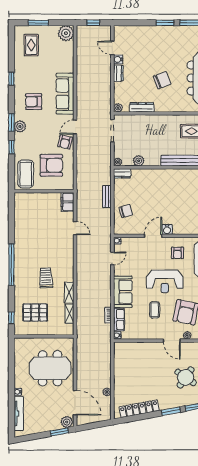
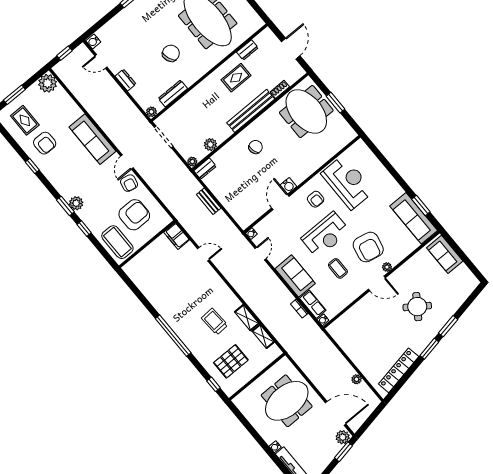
water cooler: (118, 59) -> (93, 41), moved
armchair: (34, 102) -> (45, 143), moved, turned -90
chair: (126, 211) -> (256, 147), moved

